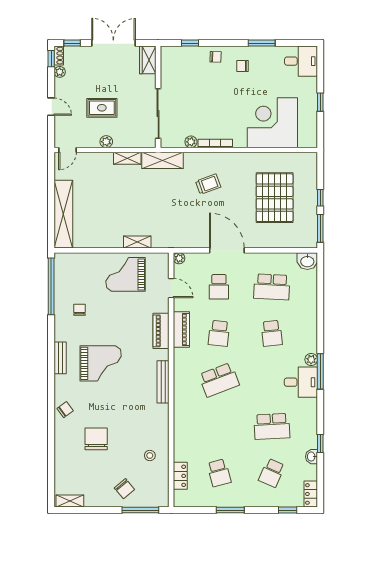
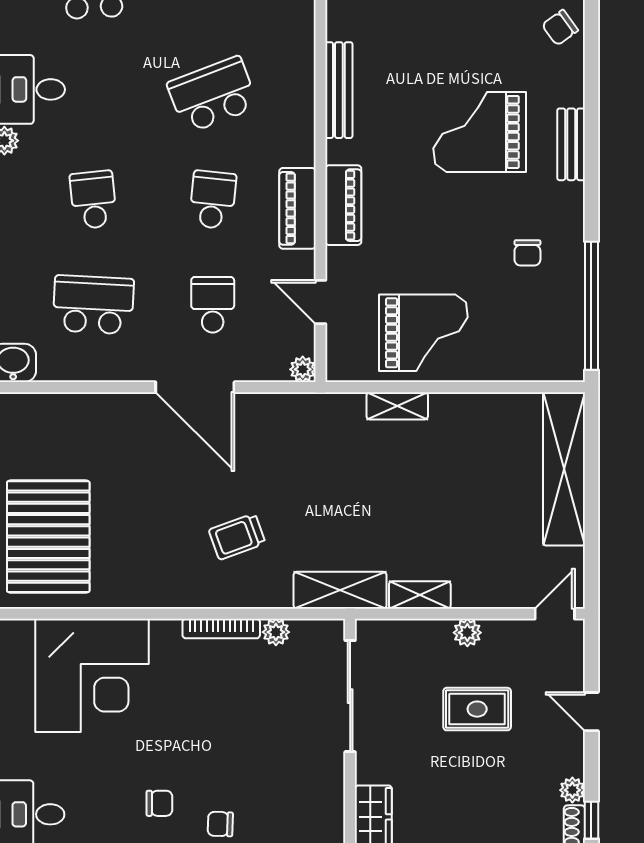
pallet: (275, 198) -> (48, 537), moved

